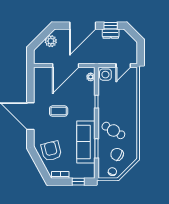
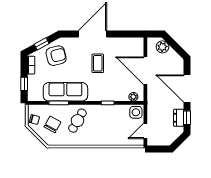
plant: (51, 41) -> (162, 47), moved
door: (123, 65) -> (145, 131), hinge flipped
window: (40, 165) -> (42, 44), added

